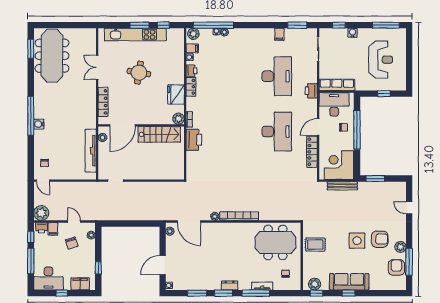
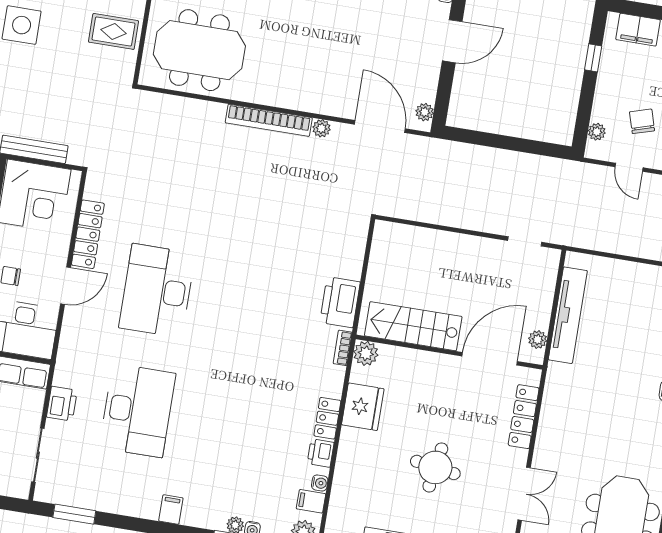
filing cabinet: (279, 34) -> (171, 509), moved
desk: (277, 76) -> (137, 411), turned 180
printer: (311, 91) -> (62, 404), moved

